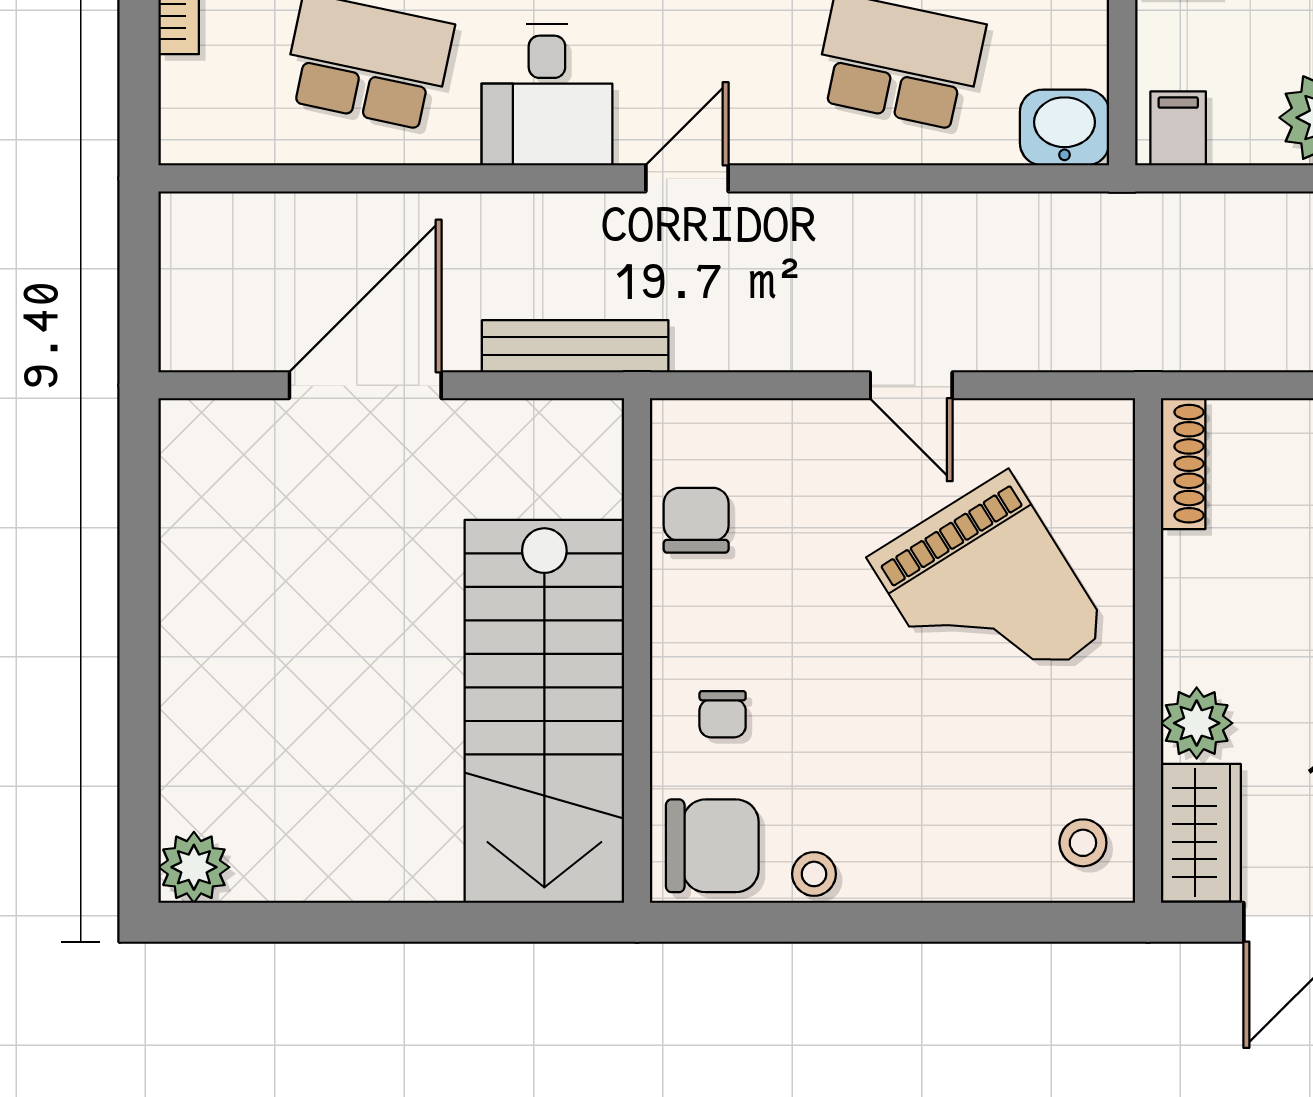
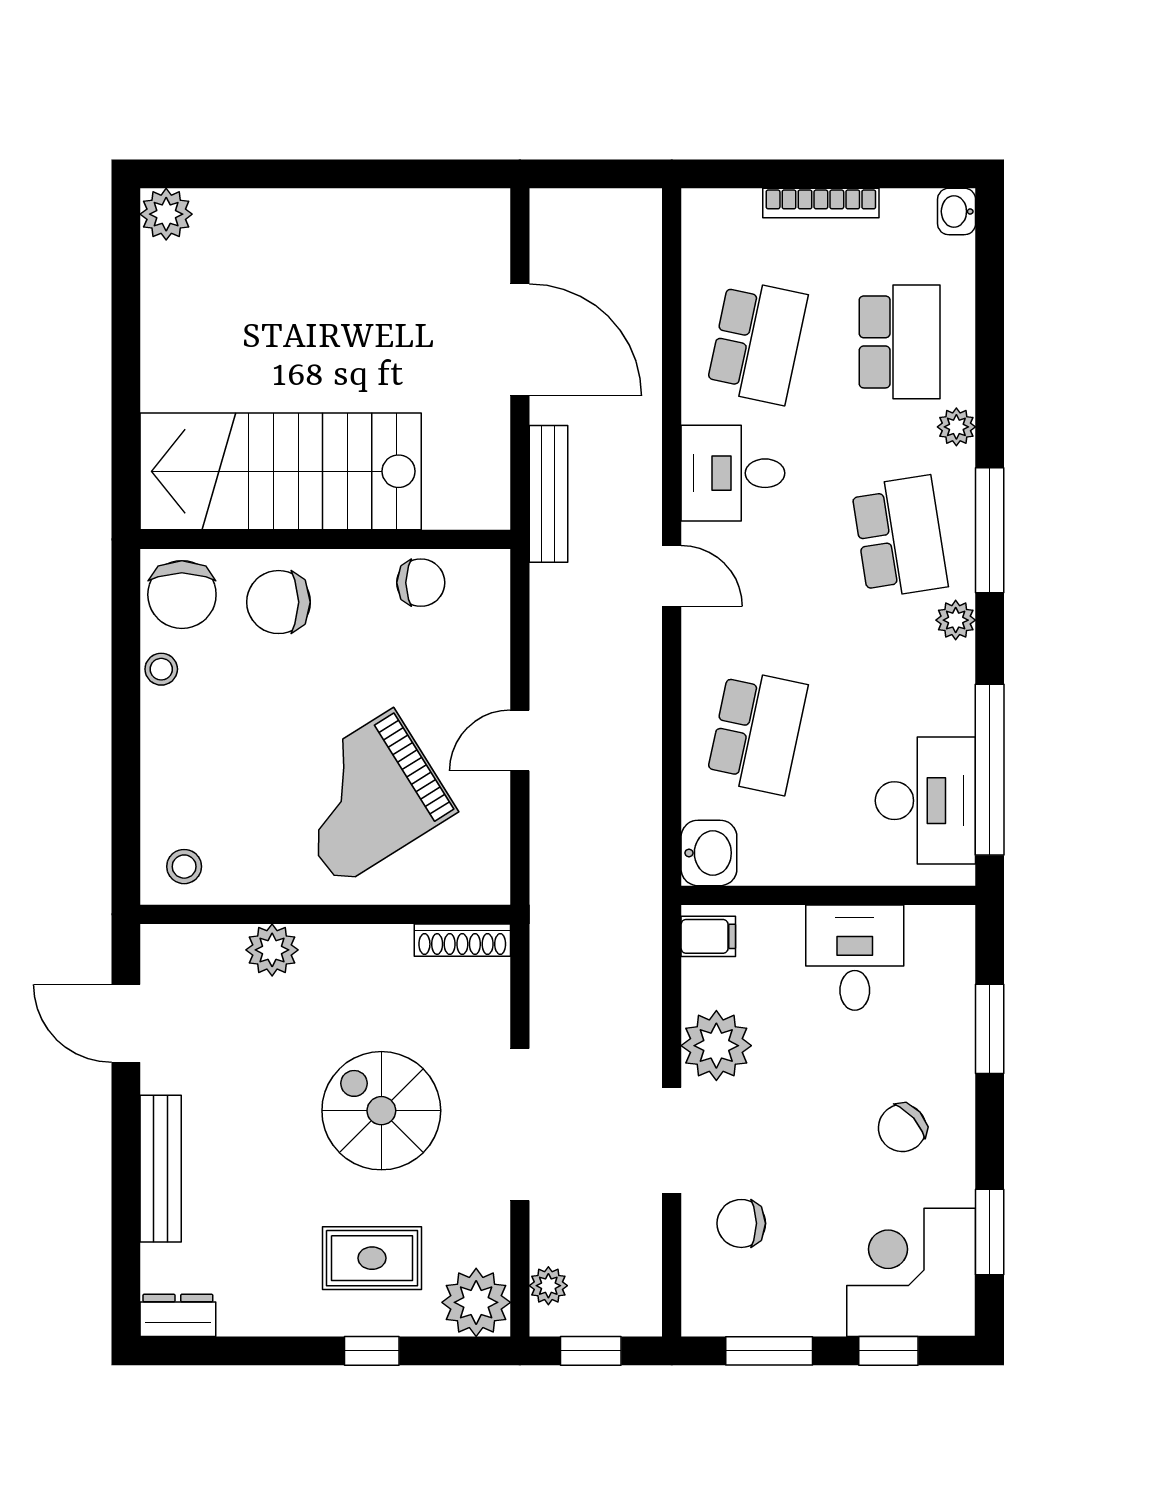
chair: (723, 714) -> (279, 602), width x1.87, depth x1.87
wardrobe: (1201, 833) -> (191, 953), removed

